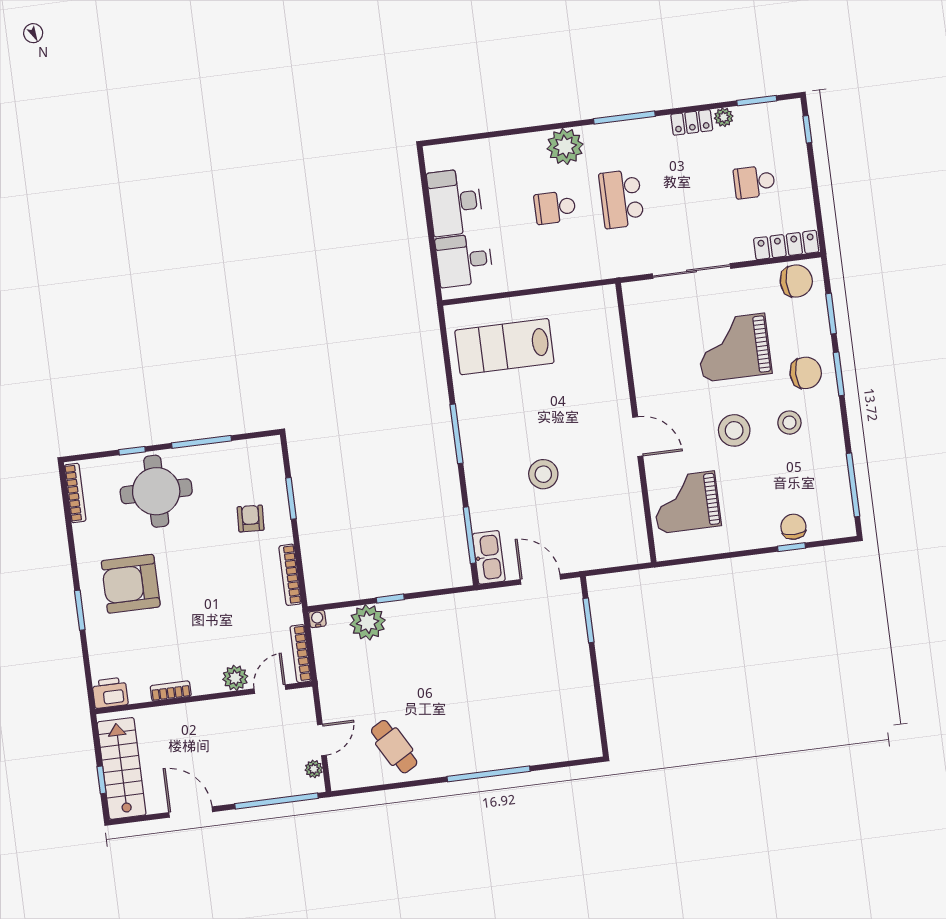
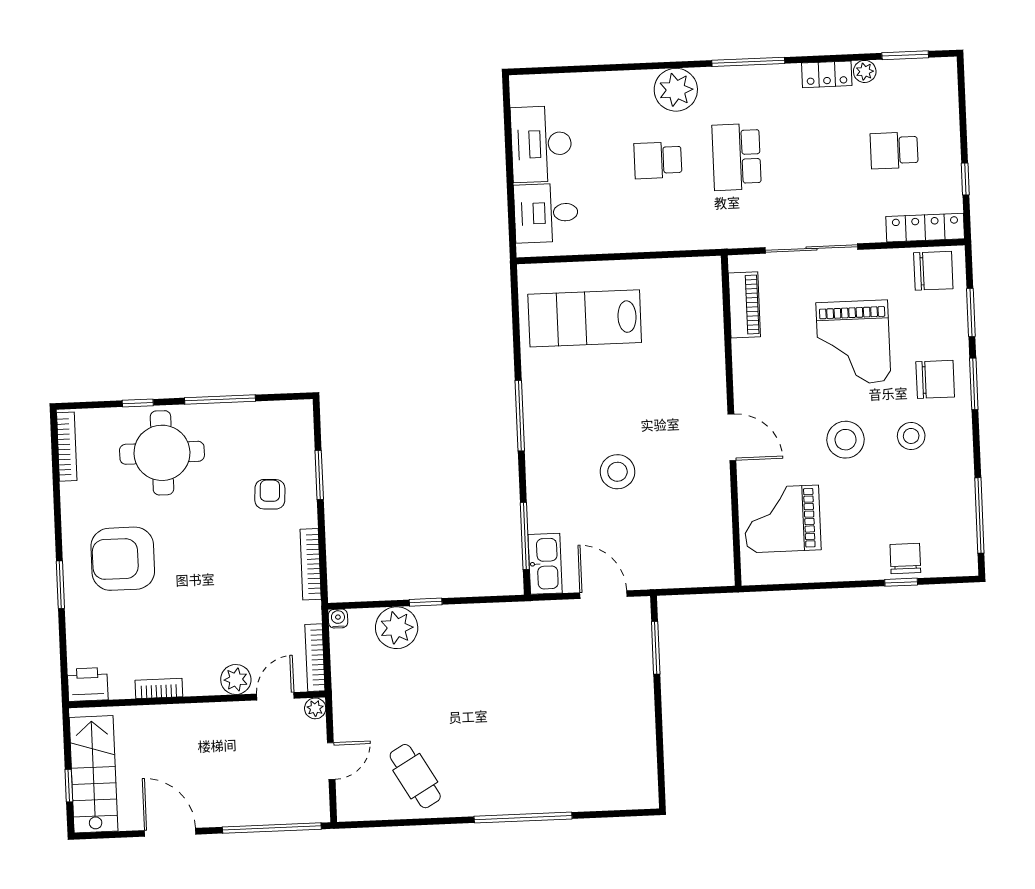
window: (807, 129) -> (965, 179), moved
piano: (639, 324) -> (744, 305), added
grand piano: (734, 348) -> (853, 342), turned -90
plant: (314, 769) -> (315, 708), moved

